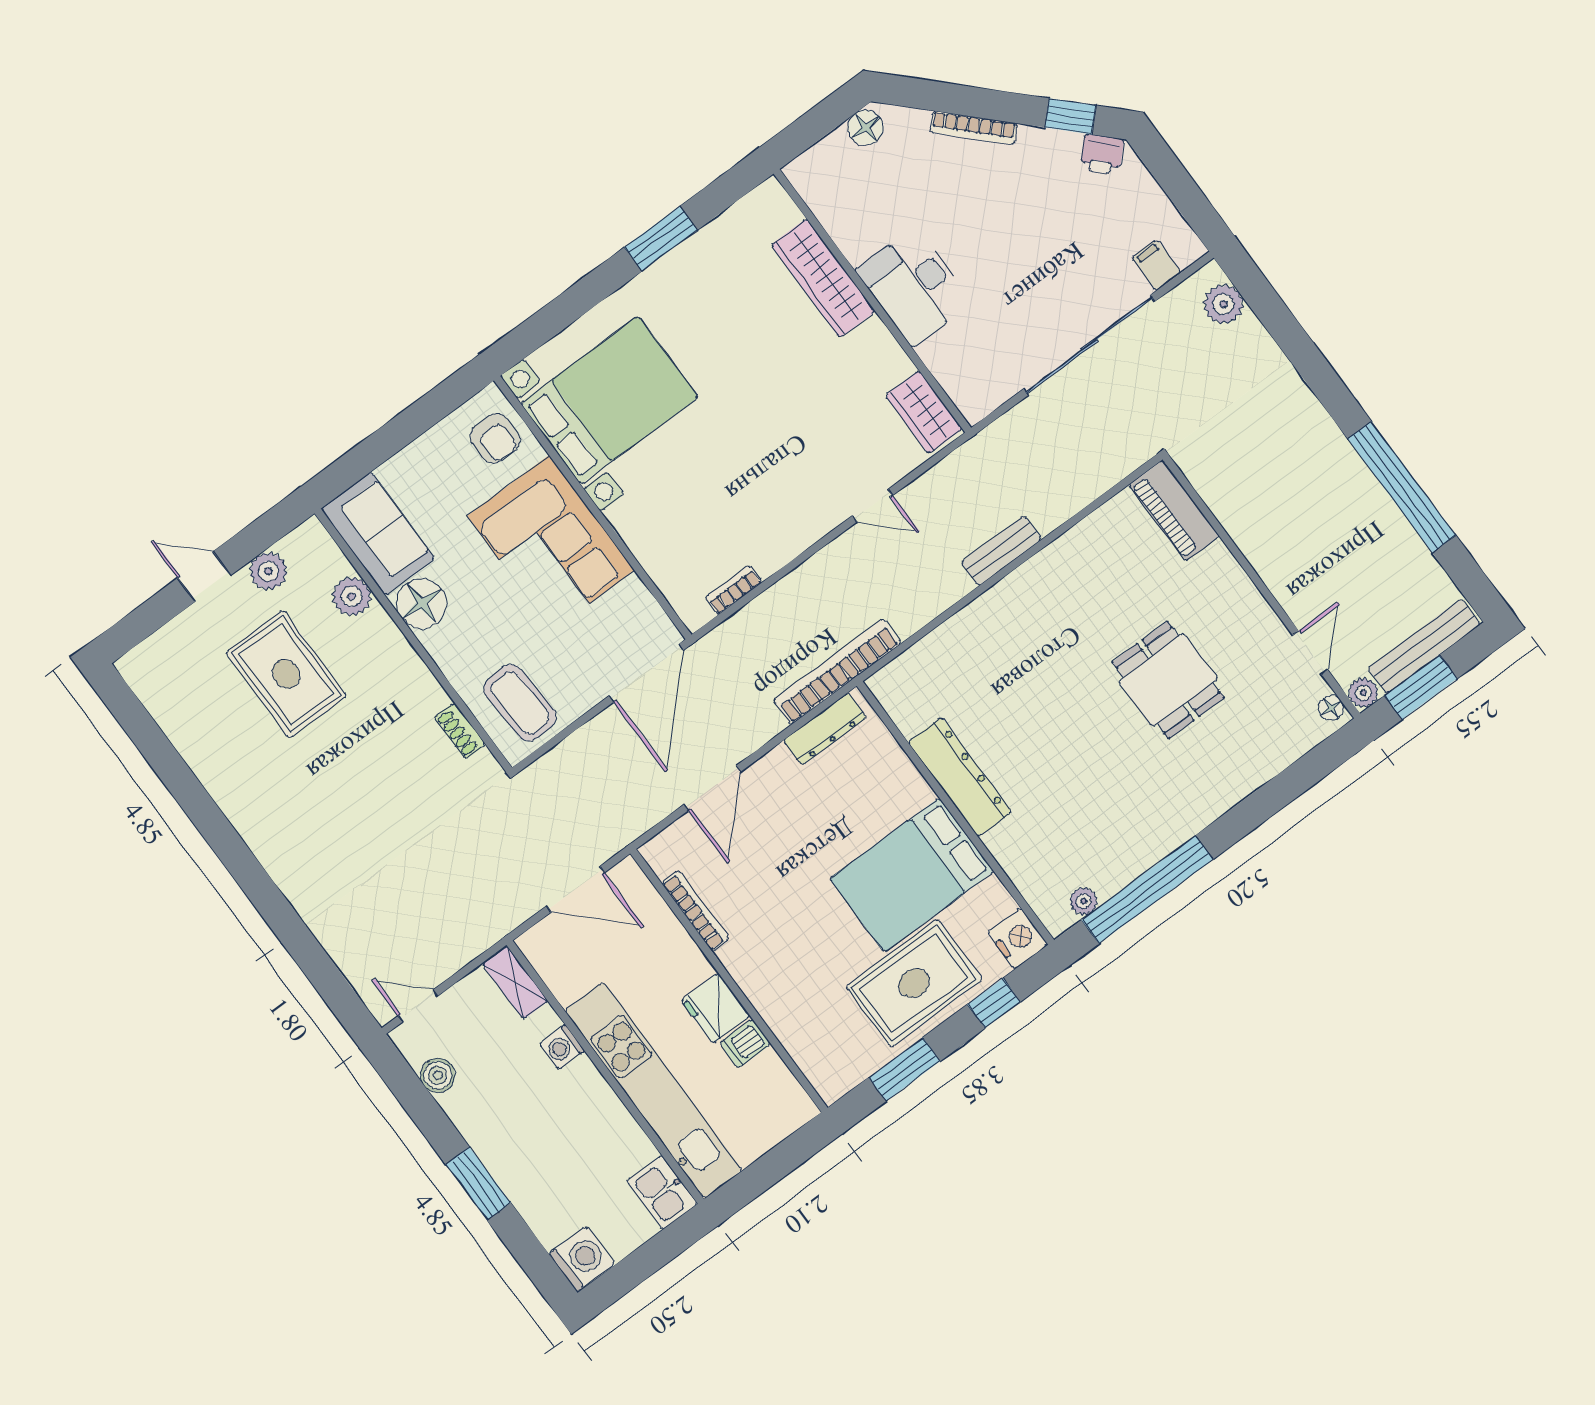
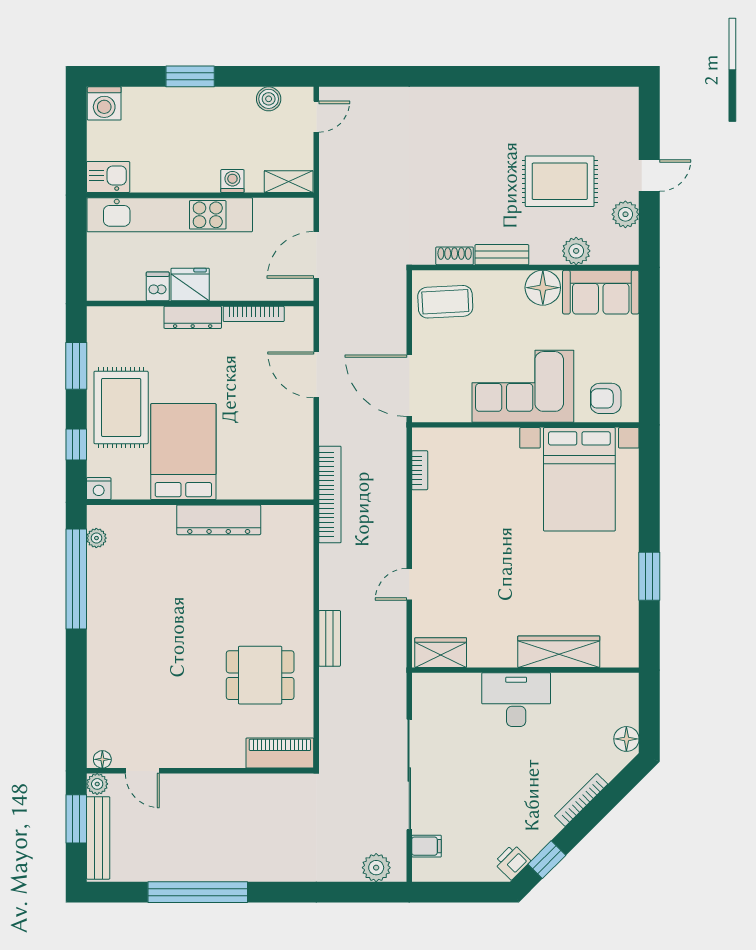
bench: (419, 678) -> (502, 255), added
dining table: (1168, 680) -> (260, 675), moved
dresser: (825, 729) -> (193, 317), moved, turned -90
nightstand: (1018, 938) -> (99, 489), width x0.74, depth x0.75

